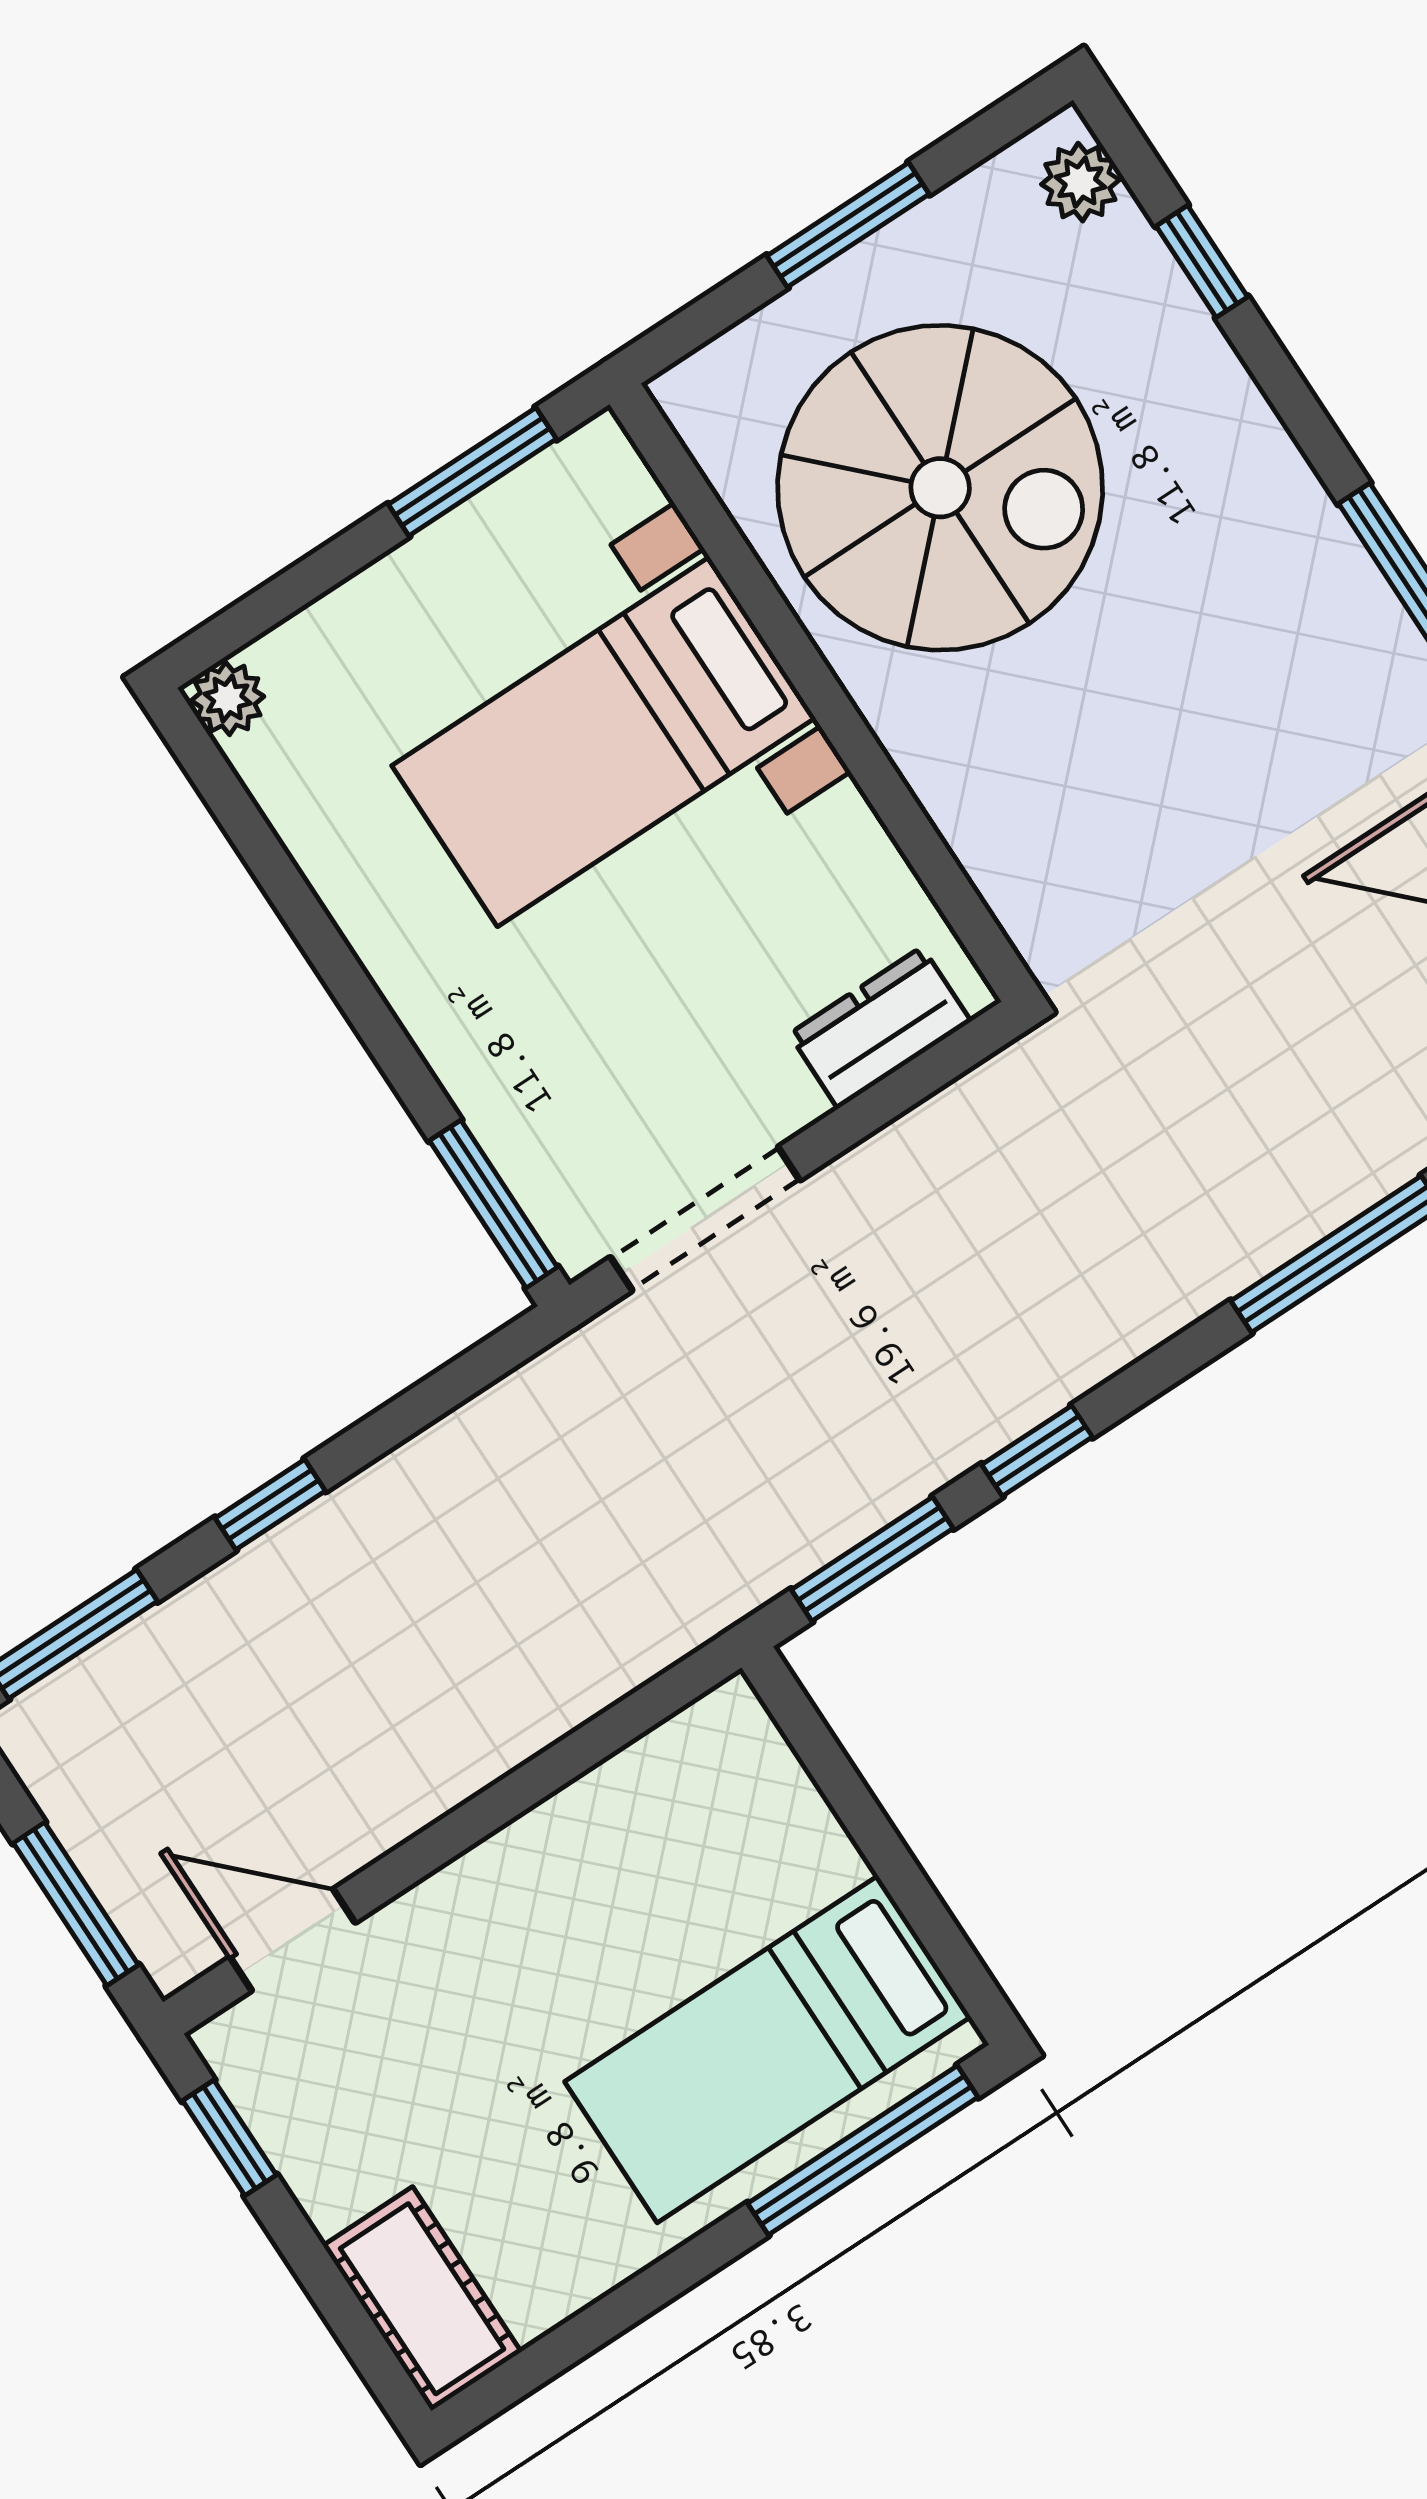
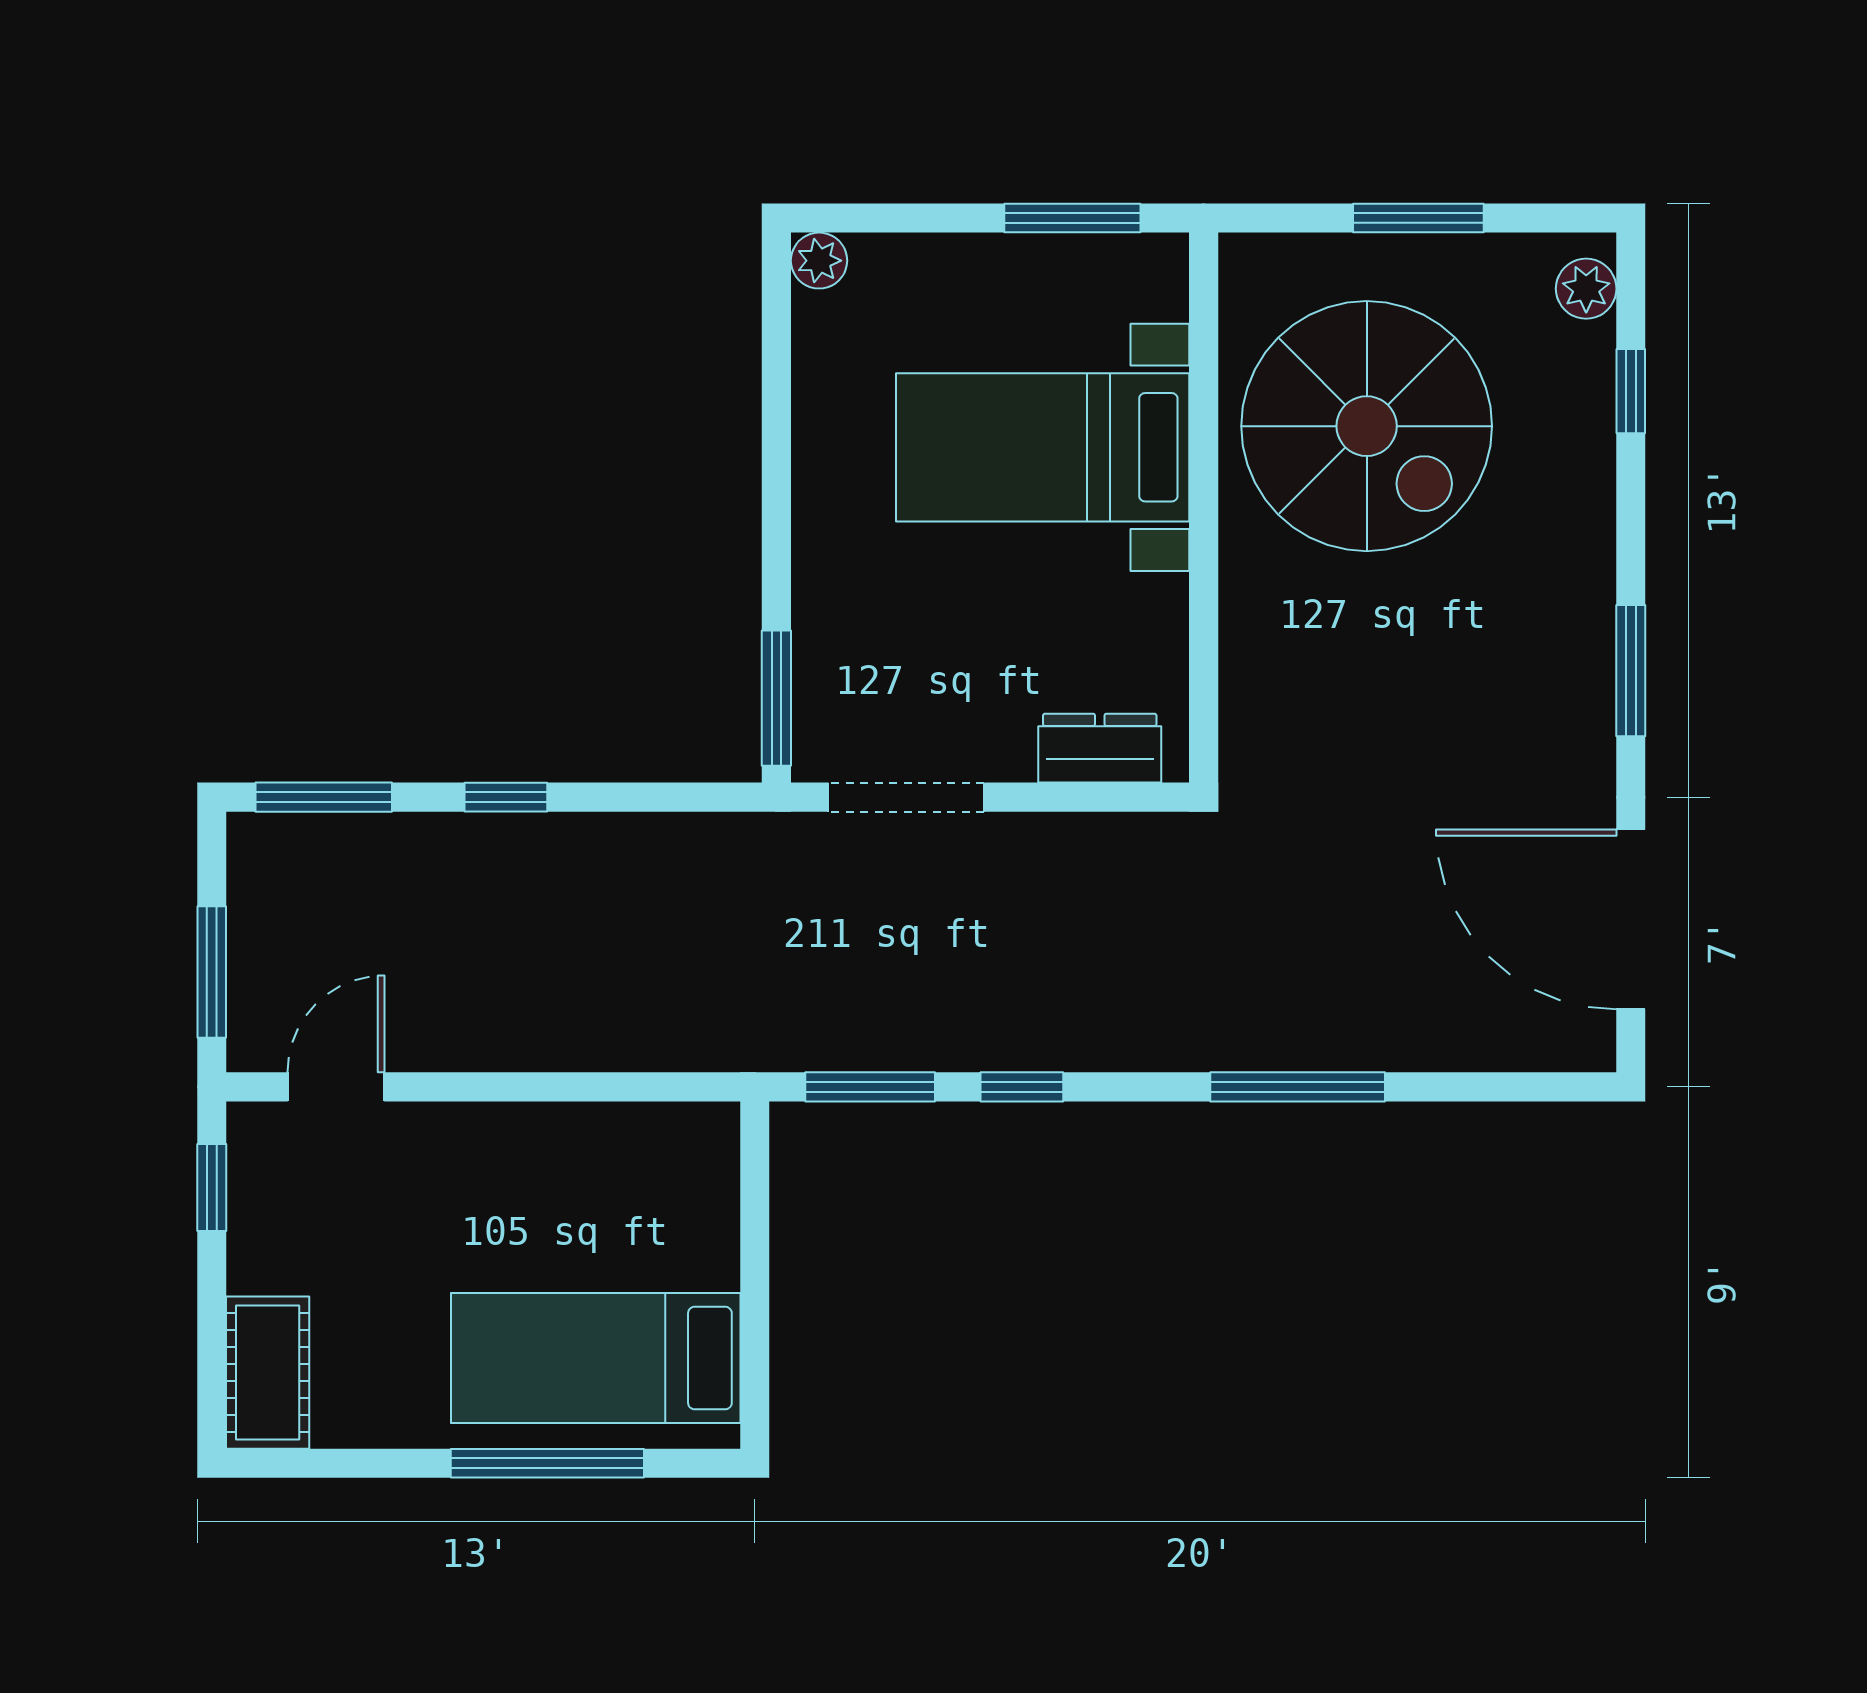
door: (292, 1940) -> (336, 1087), hinge flipped
window: (863, 2150) -> (547, 1463), moved

